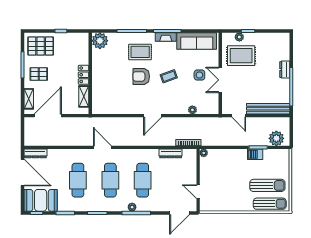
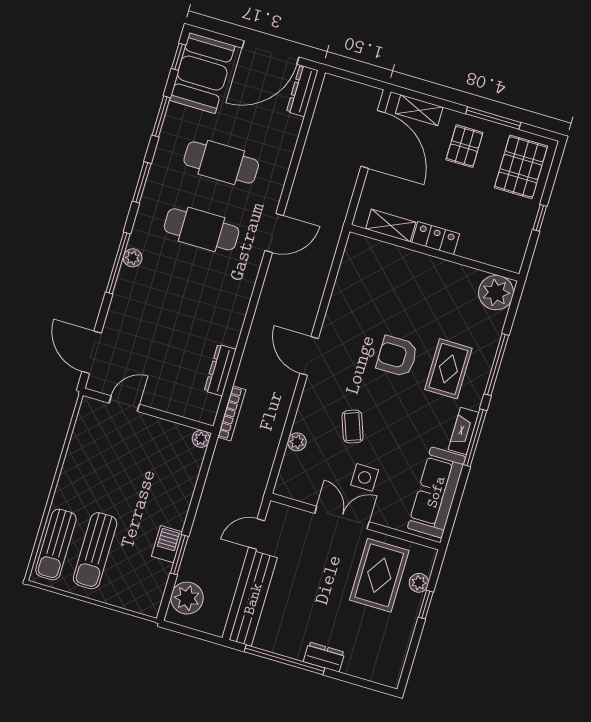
armchair: (141, 76) -> (397, 356), turned -90
coffee table: (169, 76) -> (353, 427), moved
cafe table: (143, 180) -> (182, 296), removed

